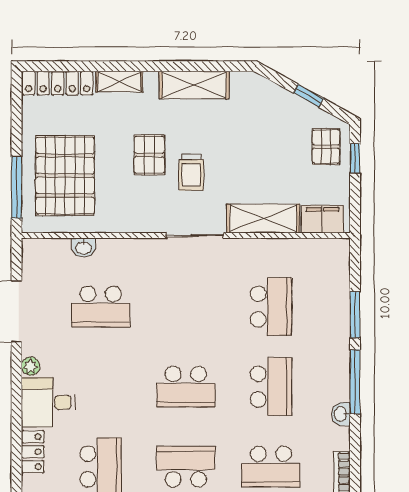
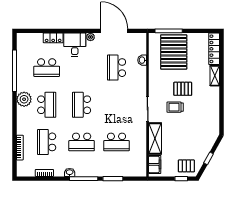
shelving: (194, 85) -> (213, 108), removed
pallet: (65, 176) -> (174, 52), turned 90

